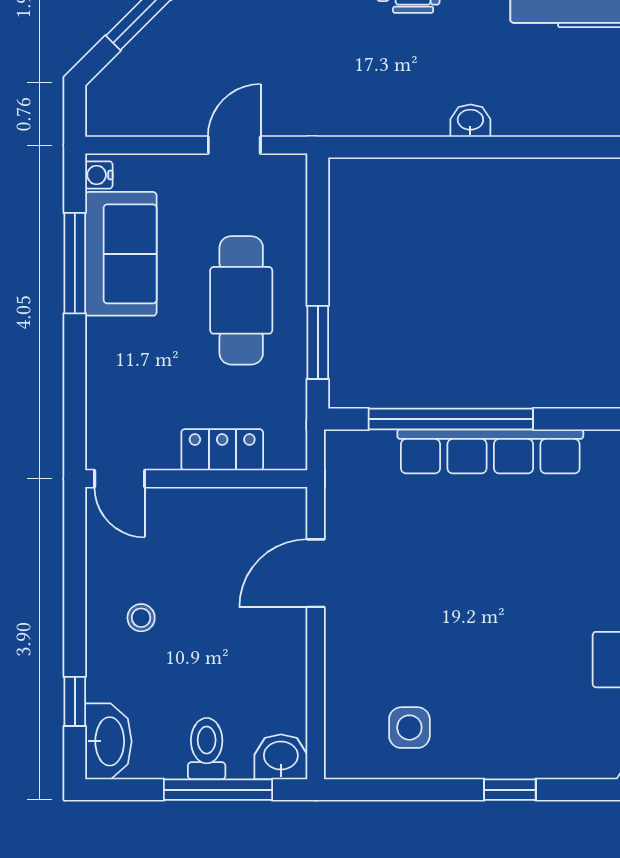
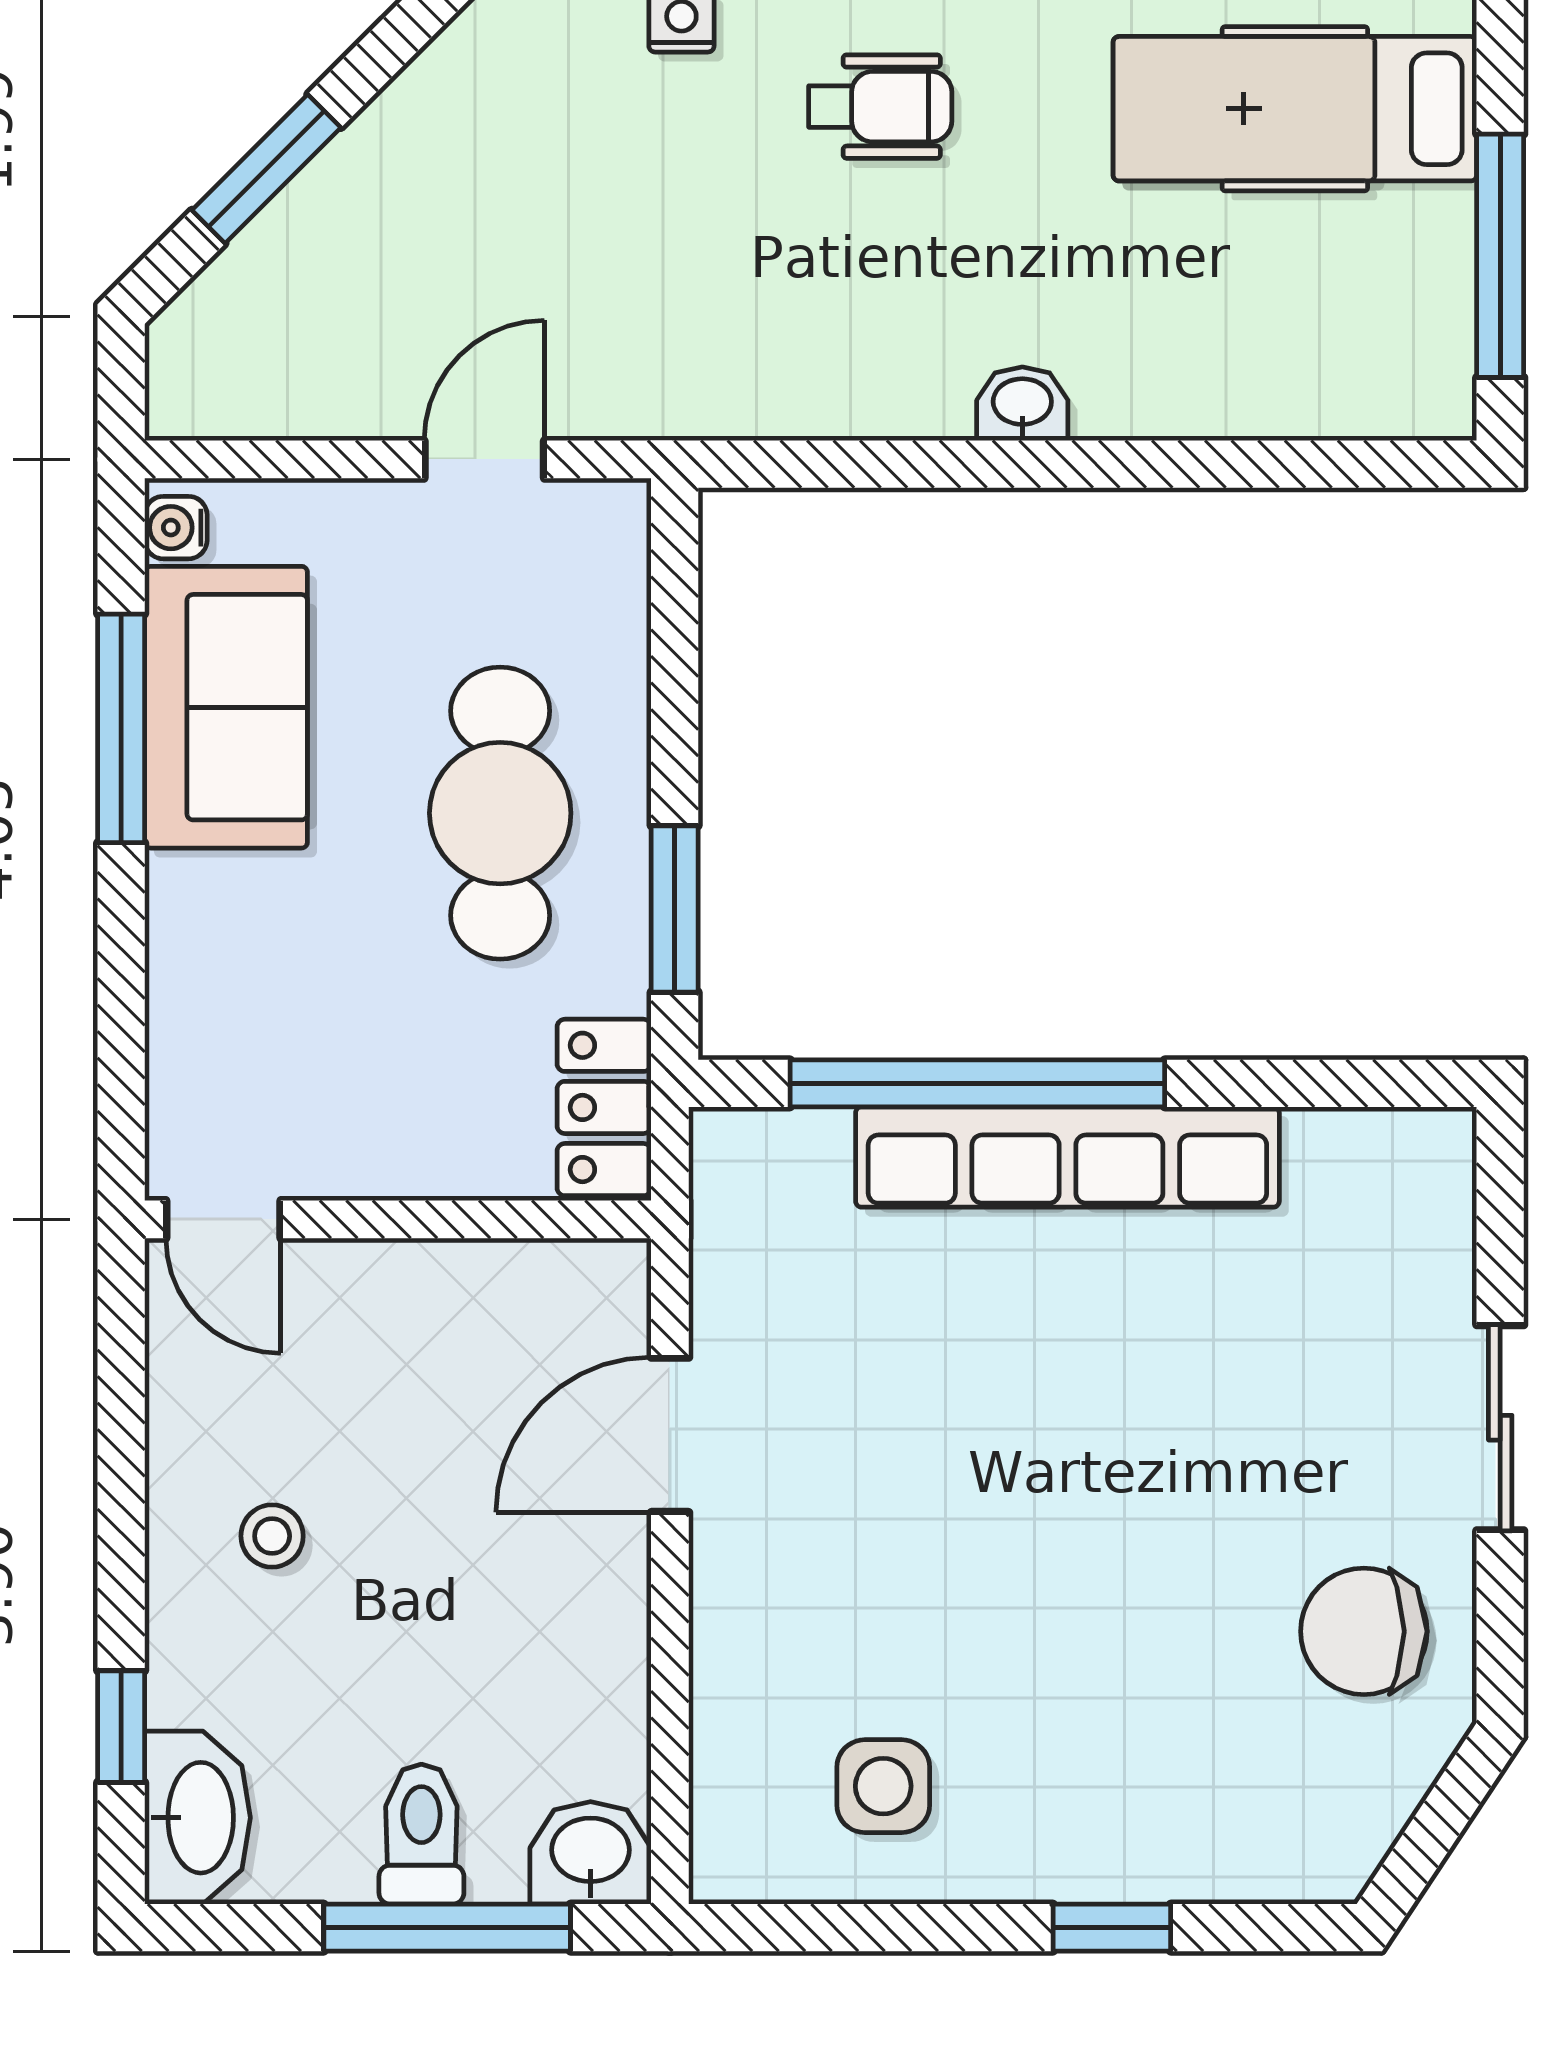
locker: (222, 450) -> (604, 1107), moved, turned -90

